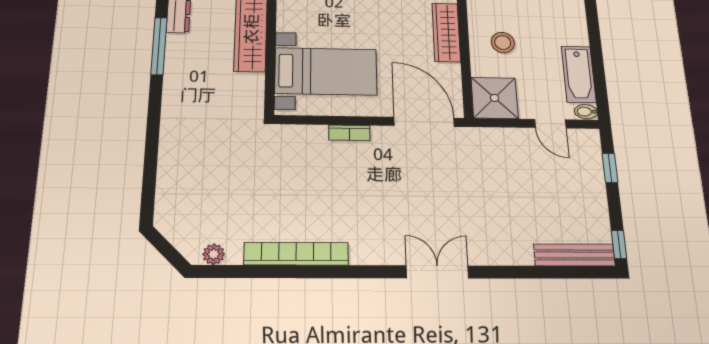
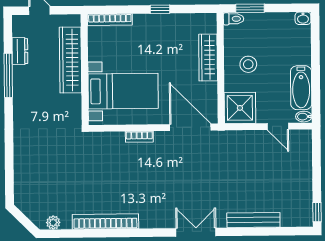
window: (610, 168) -> (316, 158), removed
bench: (574, 255) -> (253, 220), moved

